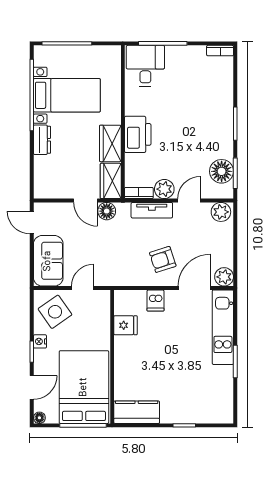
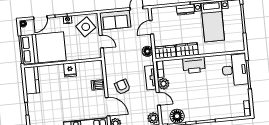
desk: (145, 66) -> (235, 70), width x1.37
door: (86, 201) -> (151, 27), moved
fridge: (125, 325) -> (70, 70), moved
door: (32, 387) -> (40, 18), hinge flipped

